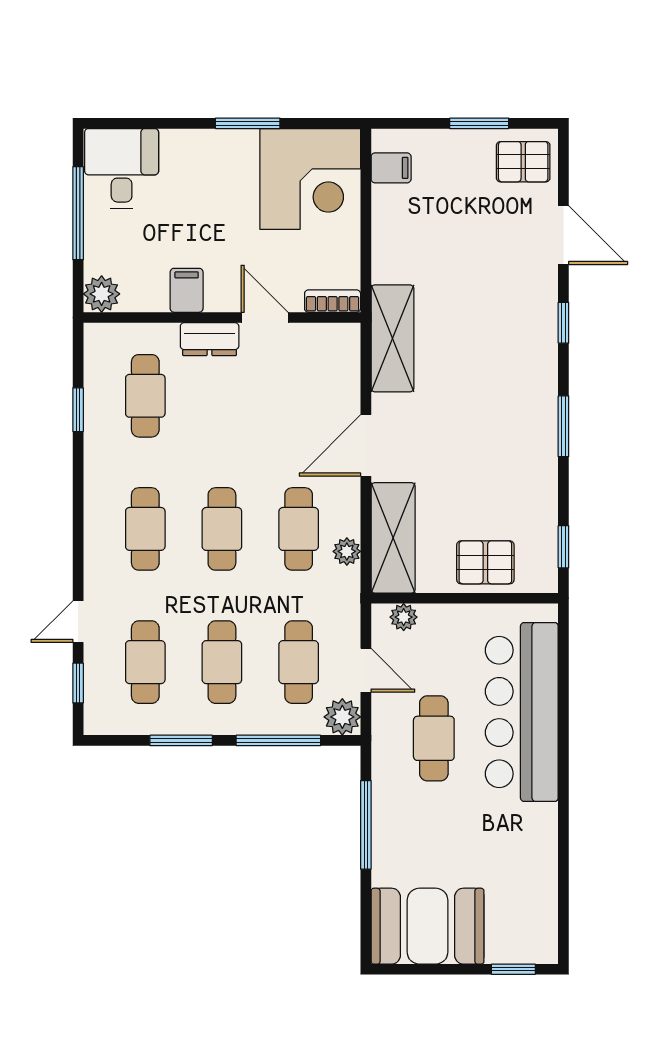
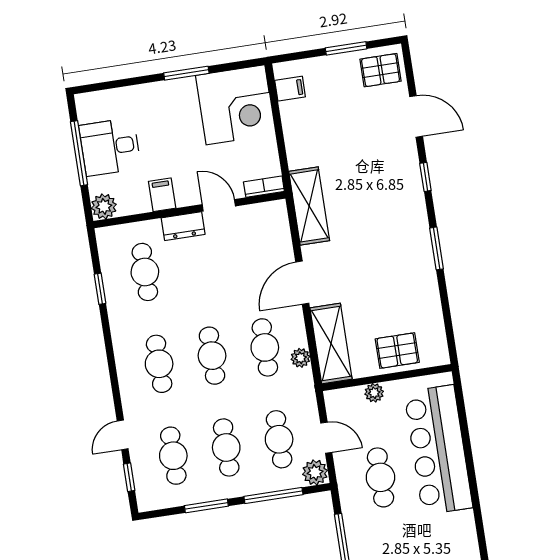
desk: (122, 168) -> (110, 147), moved, turned -90
window: (563, 547) -> (449, 331), removed
plant: (404, 617) -> (374, 393), moved

